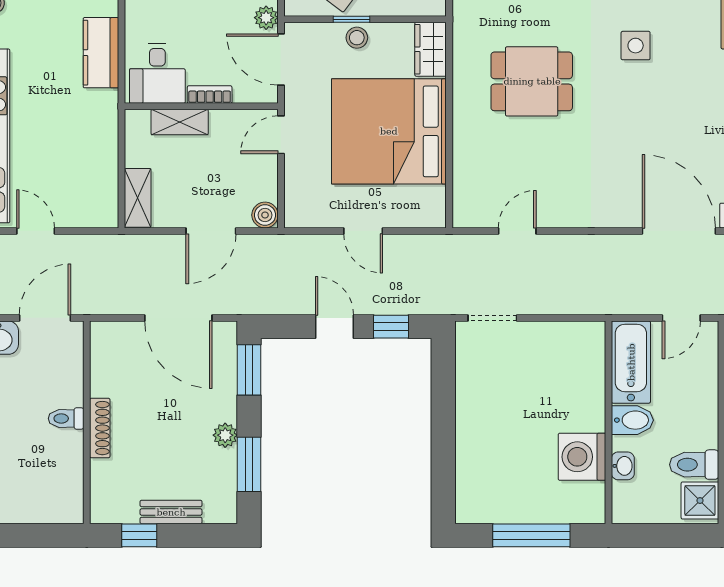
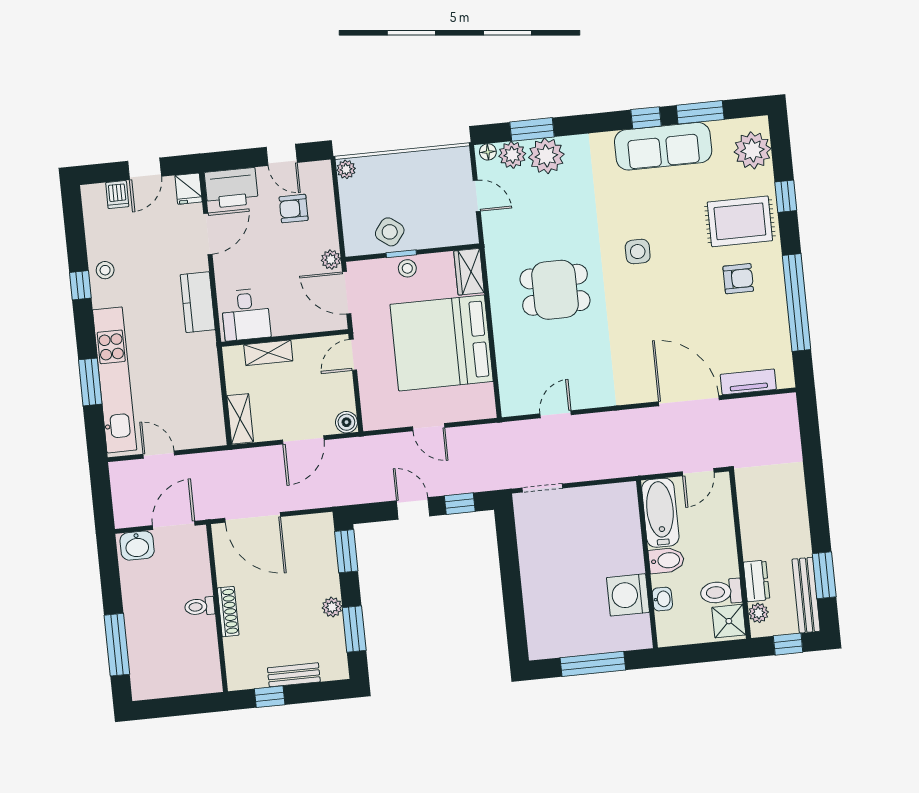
bookcase: (210, 95) -> (291, 328), removed
door: (178, 318) -> (253, 517), moved

